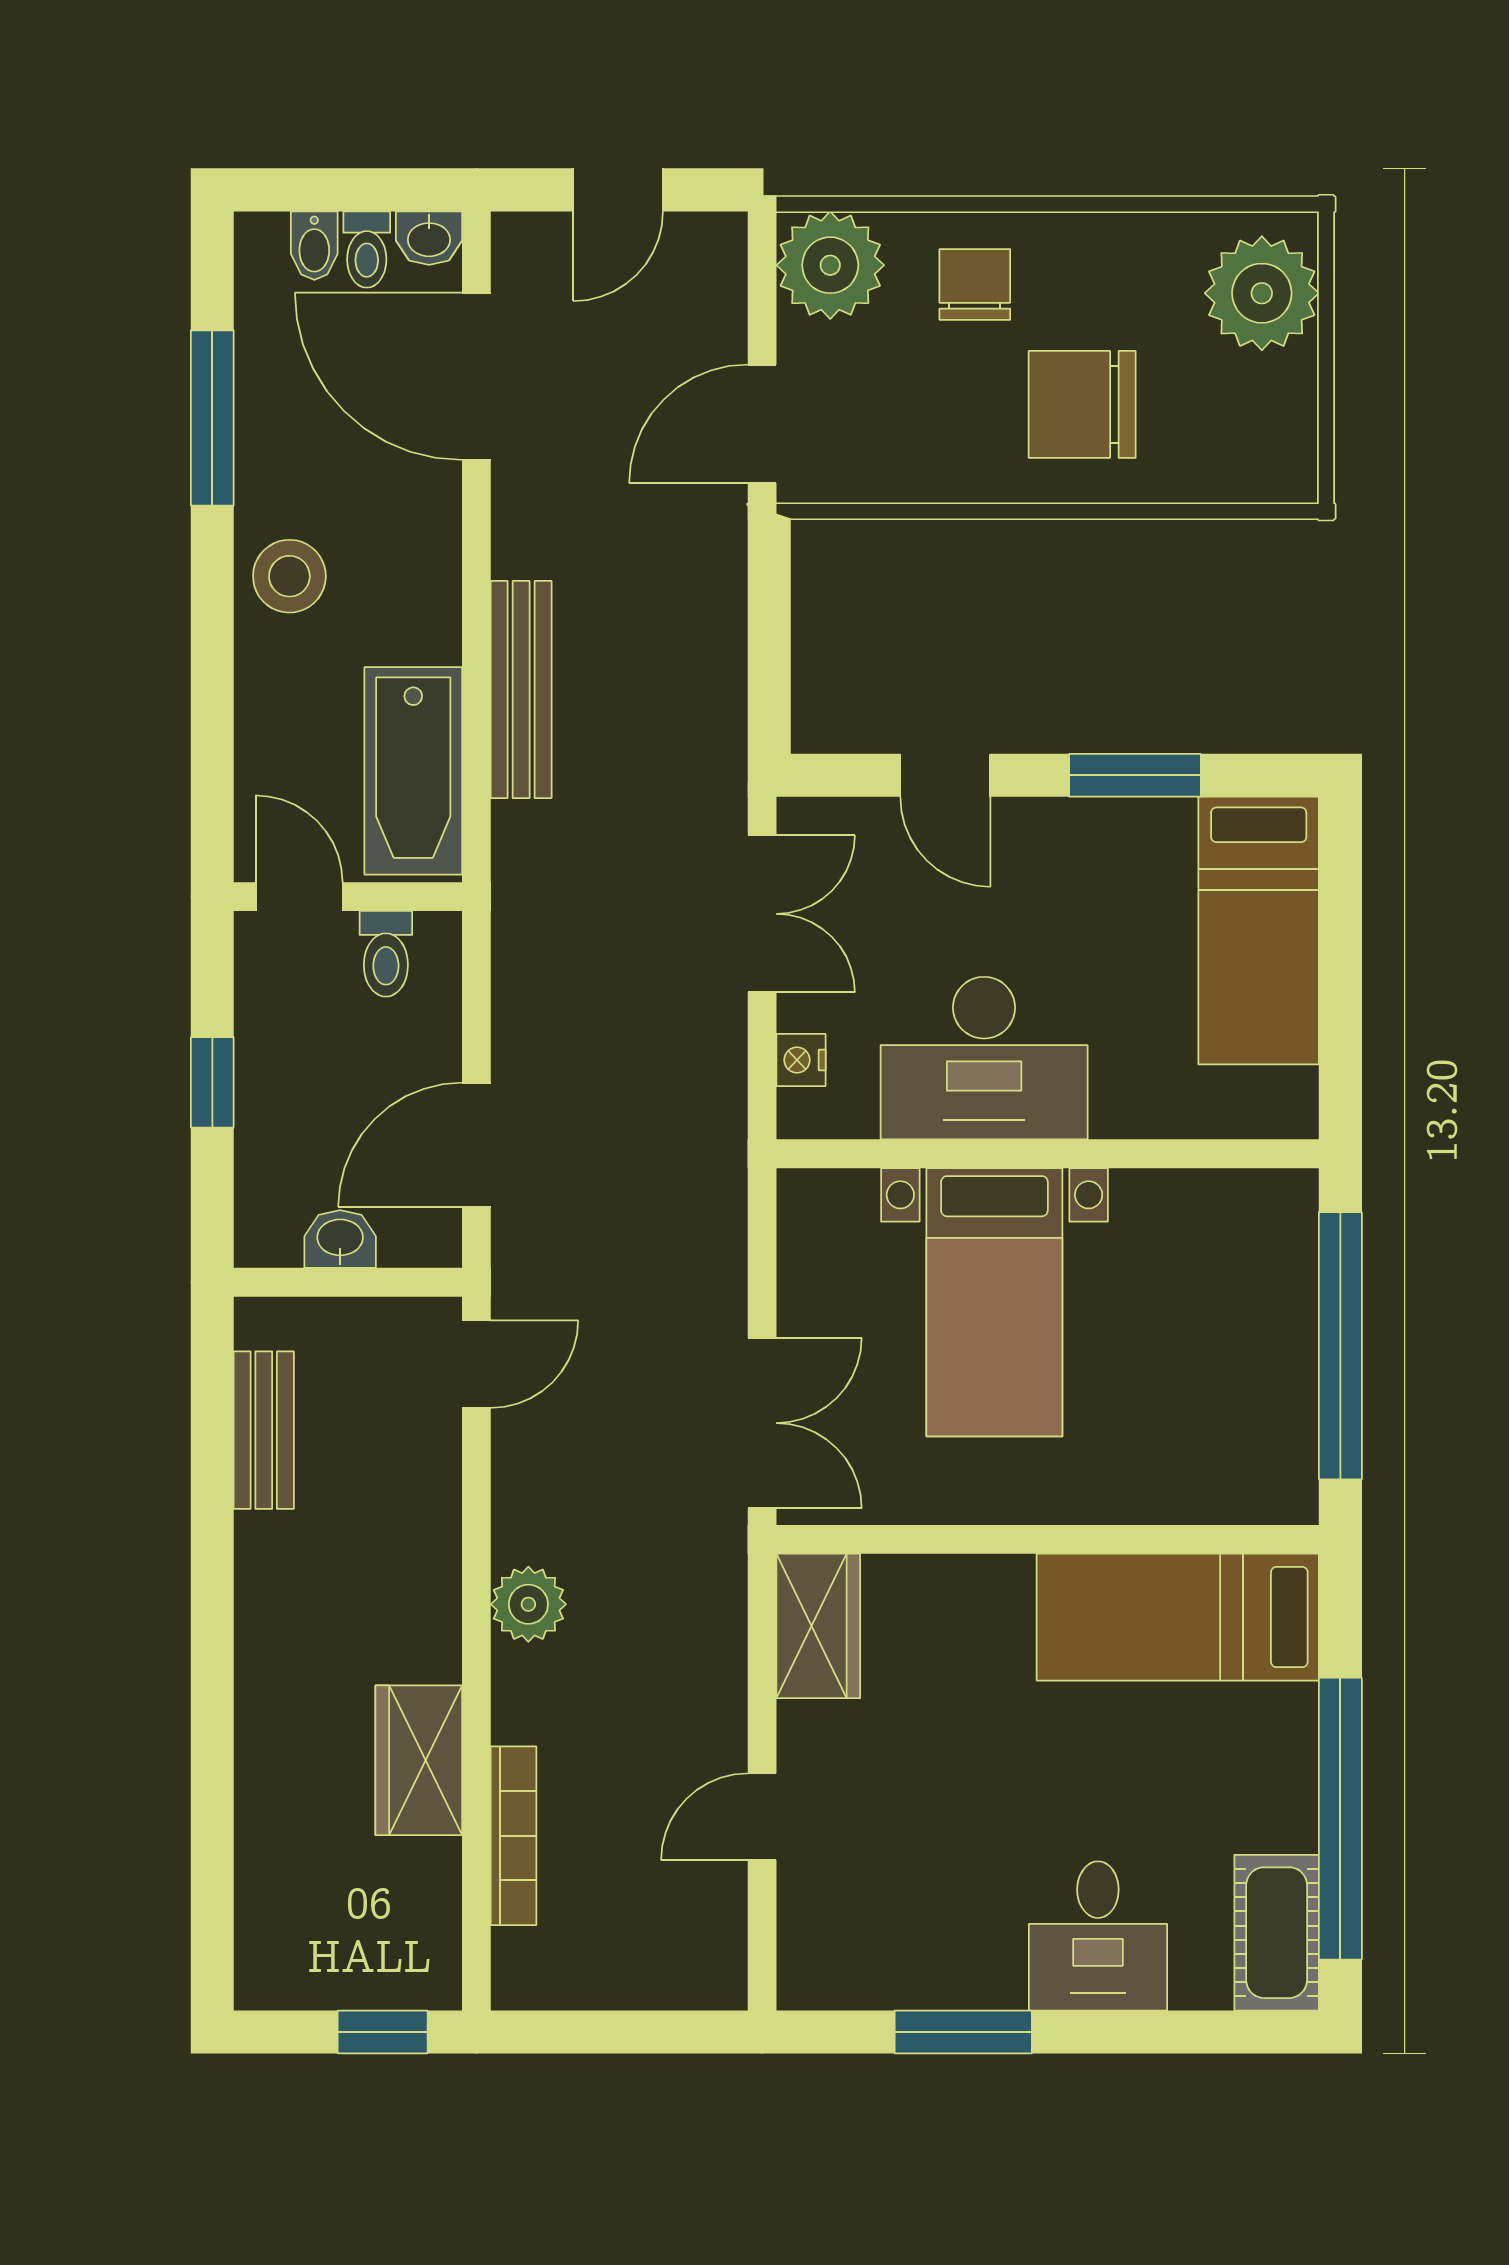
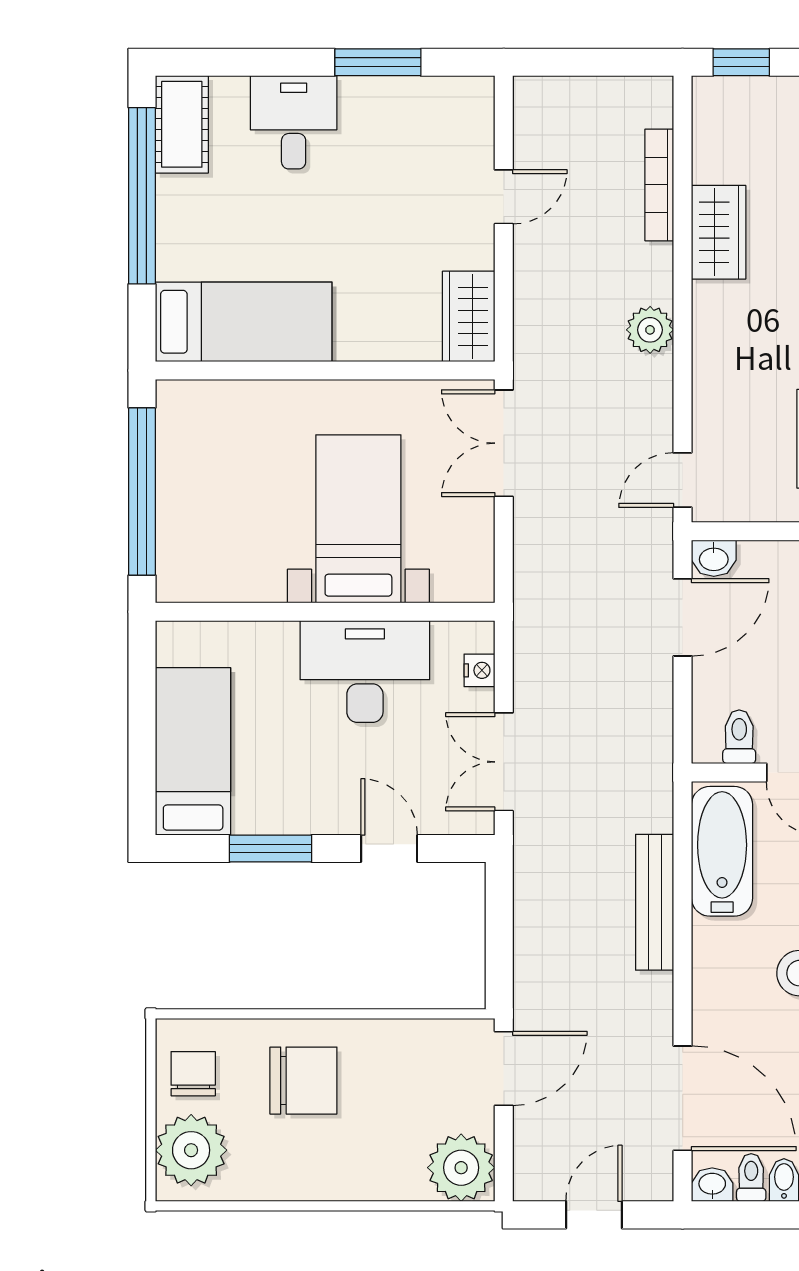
chair: (975, 284) -> (193, 1074), moved, turned 180
washbasin: (340, 1239) -> (714, 558), moved

